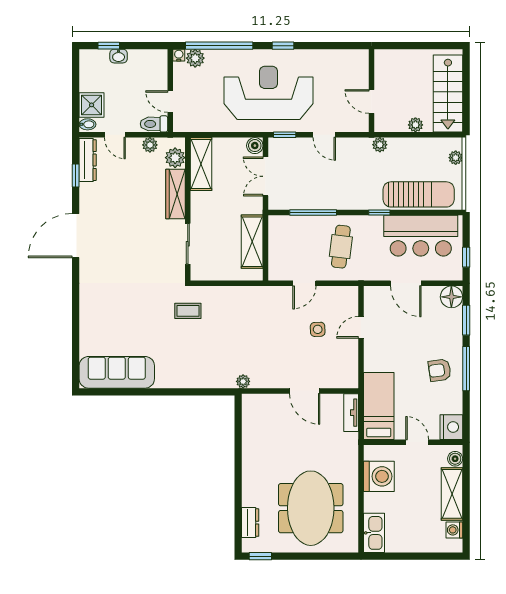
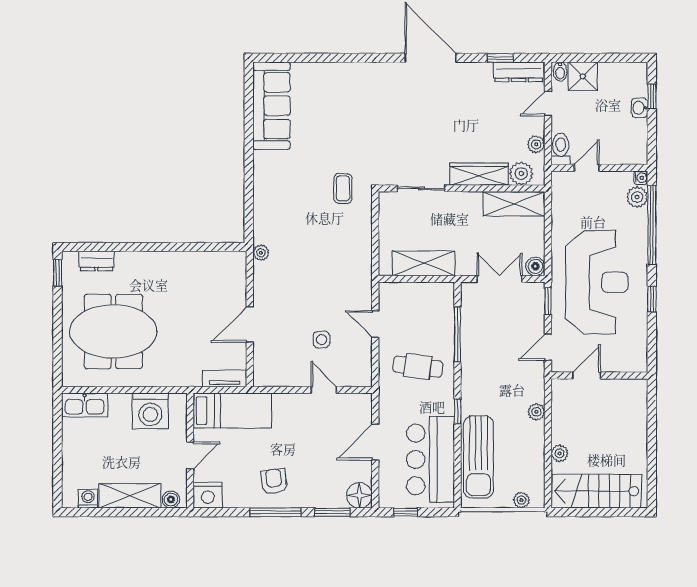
wall: (372, 91) -> (599, 376), moved
door: (372, 102) -> (587, 376), moved

